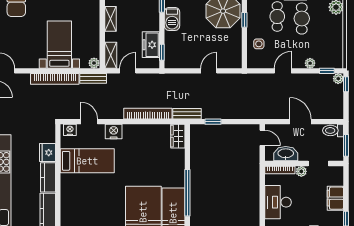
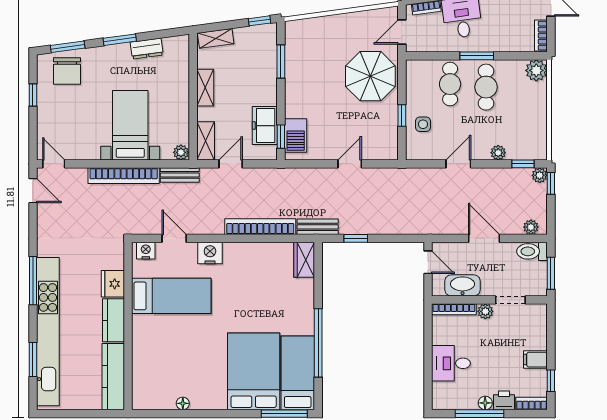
barbecue: (172, 19) -> (296, 136), moved
window: (244, 20) -> (402, 115), moved
plant: (332, 114) -> (531, 227), added
filing cabinet: (335, 198) -> (535, 360), width x0.50
desk: (278, 202) -> (451, 363), width x0.73

